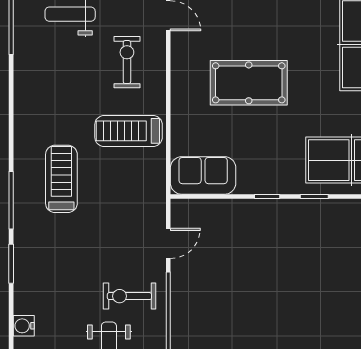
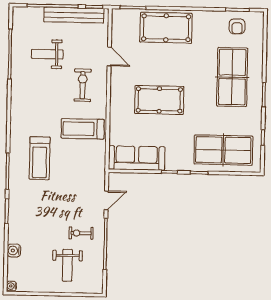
sofa: (203, 175) -> (137, 158), width x1.36
treadmill: (61, 179) -> (40, 158), turned 180
exercise bike: (129, 296) -> (81, 233), width x0.73, depth x0.72

